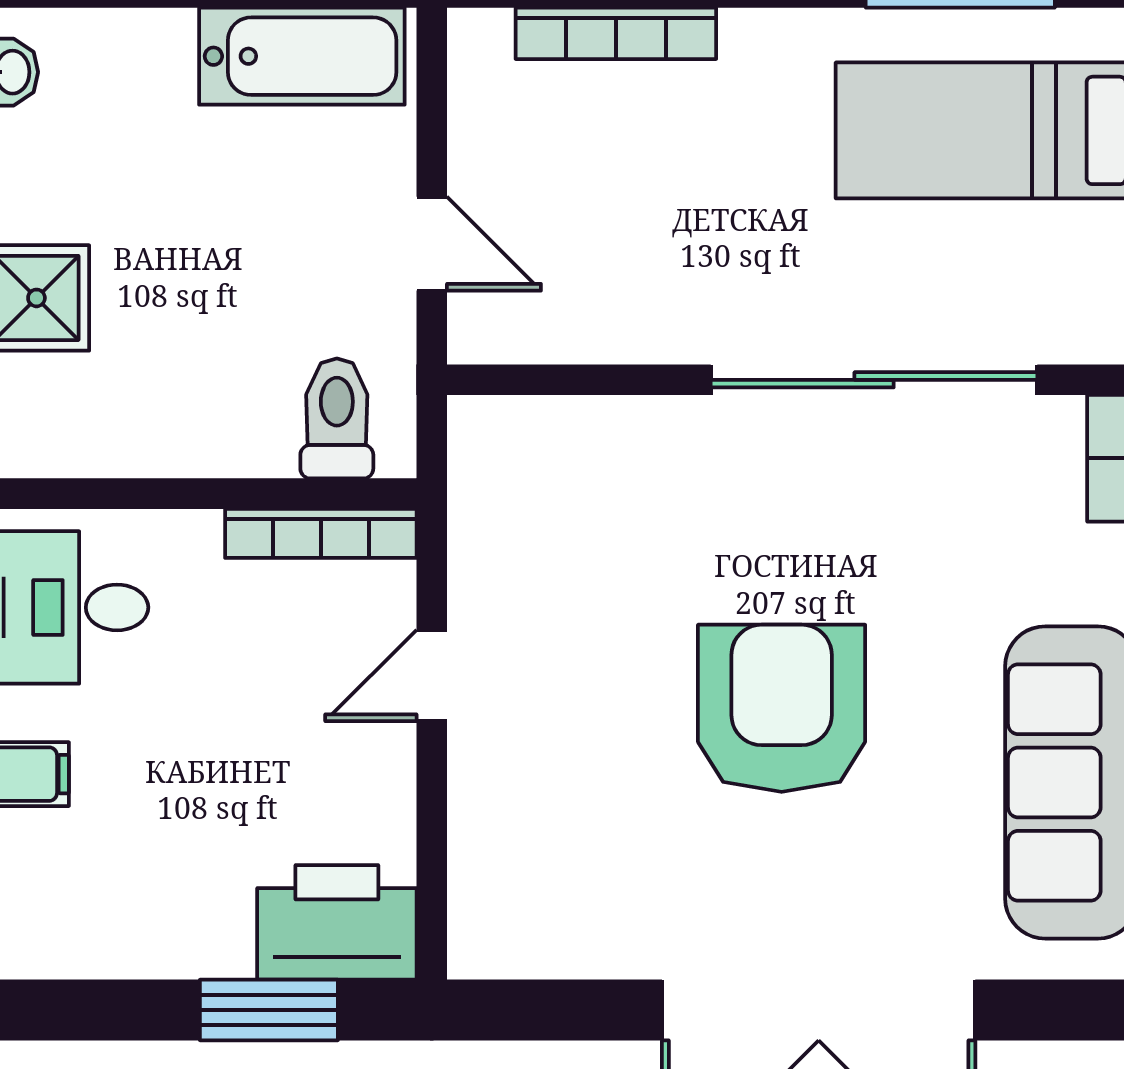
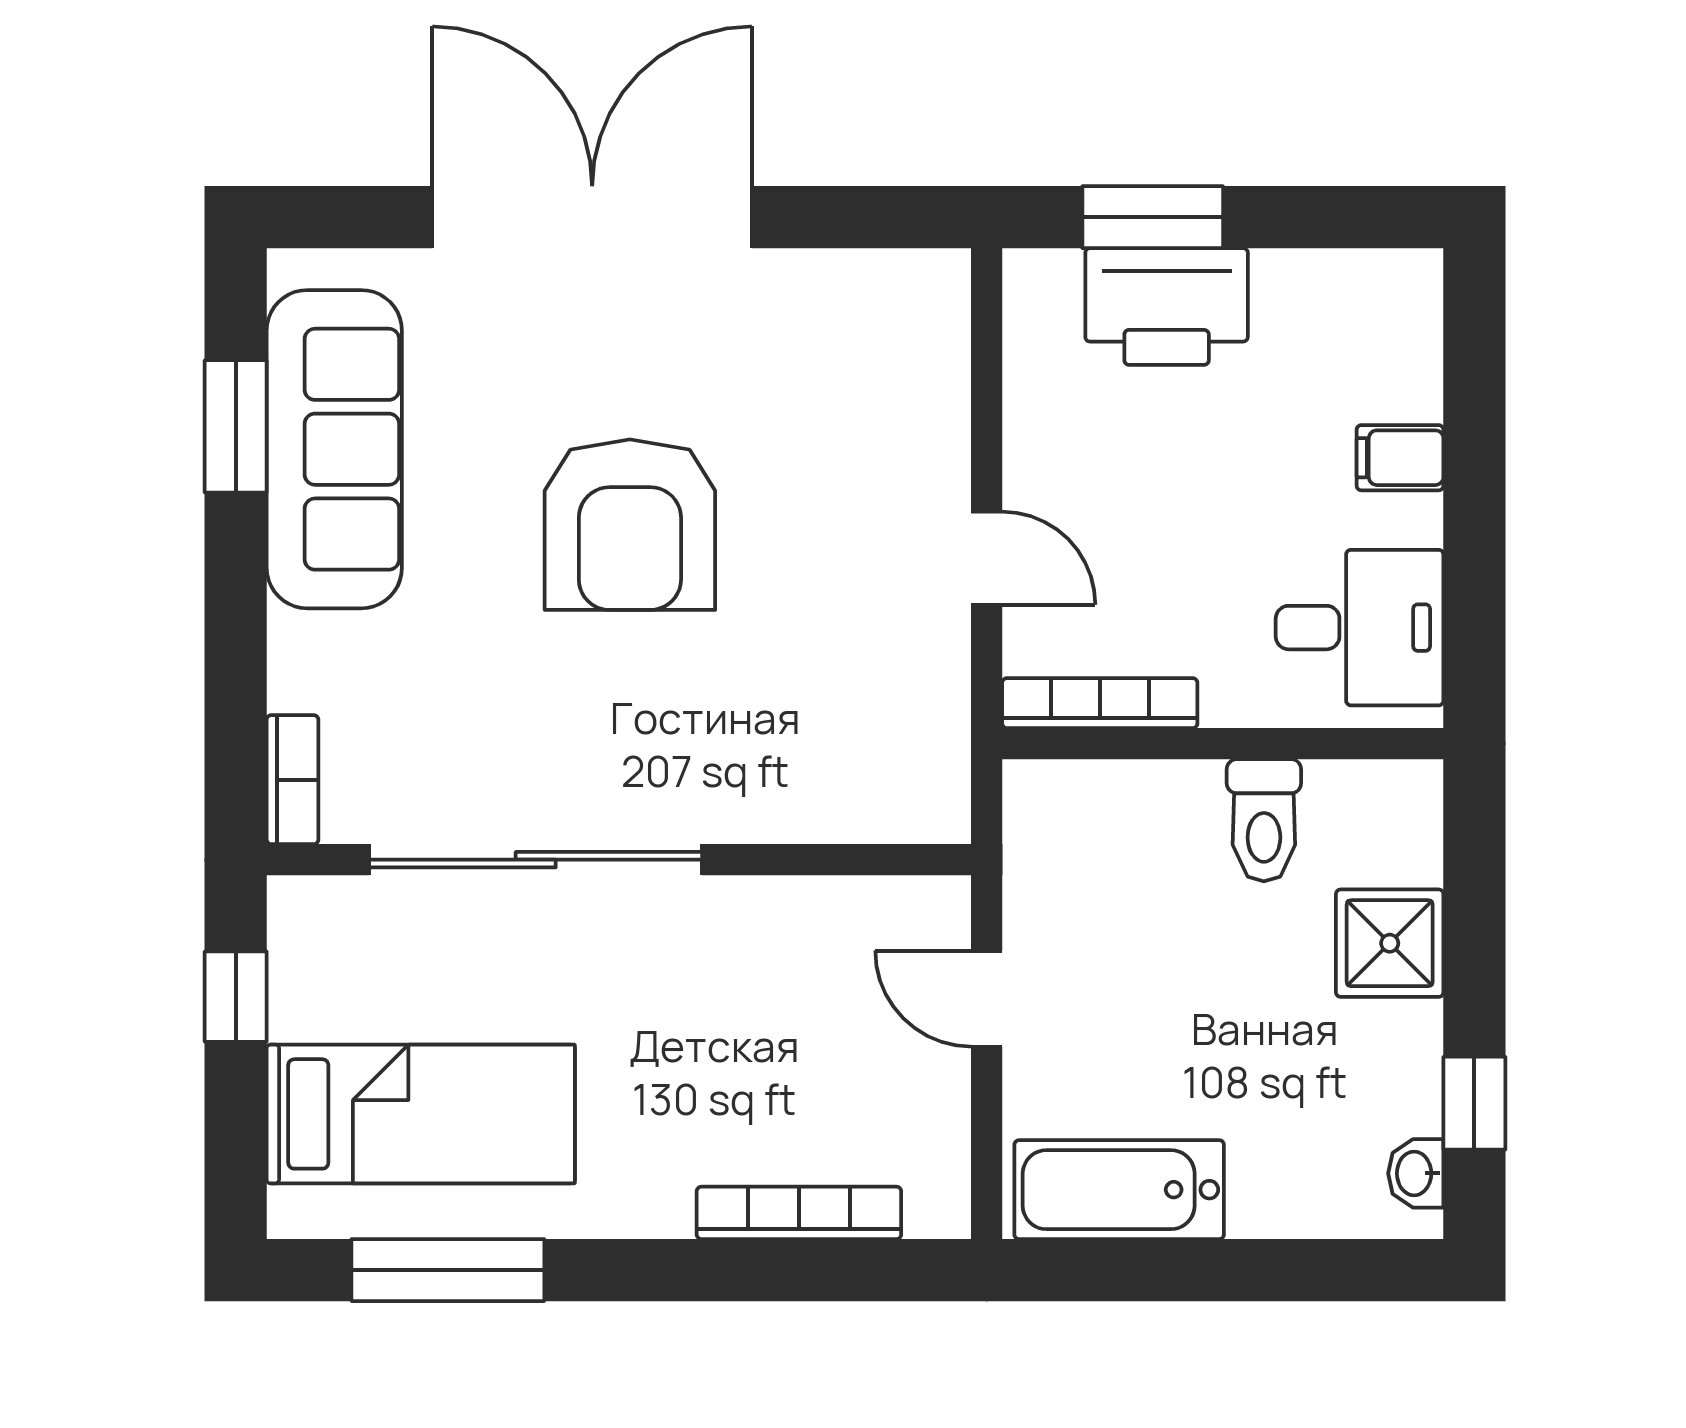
toilet: (337, 418) -> (1264, 820), moved
door: (432, 675) -> (987, 558), hinge flipped
printer: (337, 922) -> (1167, 307), moved

